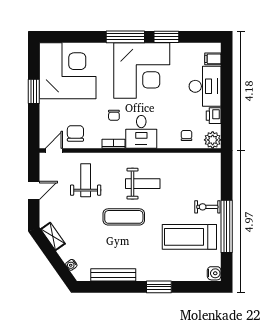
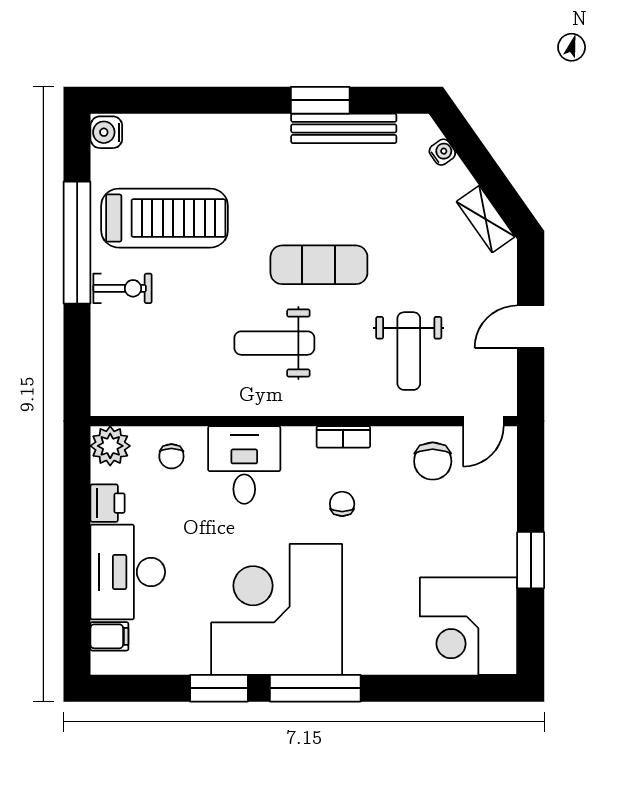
corner desk: (68, 71) -> (469, 626), width x0.74, depth x0.74
desk: (141, 132) -> (244, 465), moved
window: (159, 287) -> (320, 100), moved

